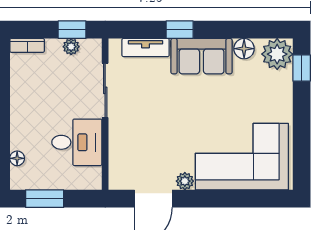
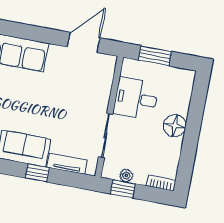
floor lamp: (17, 158) -> (175, 126), moved, width x1.89, depth x1.89
plant: (185, 181) -> (56, 52), removed
window: (45, 199) -> (155, 56), moved

